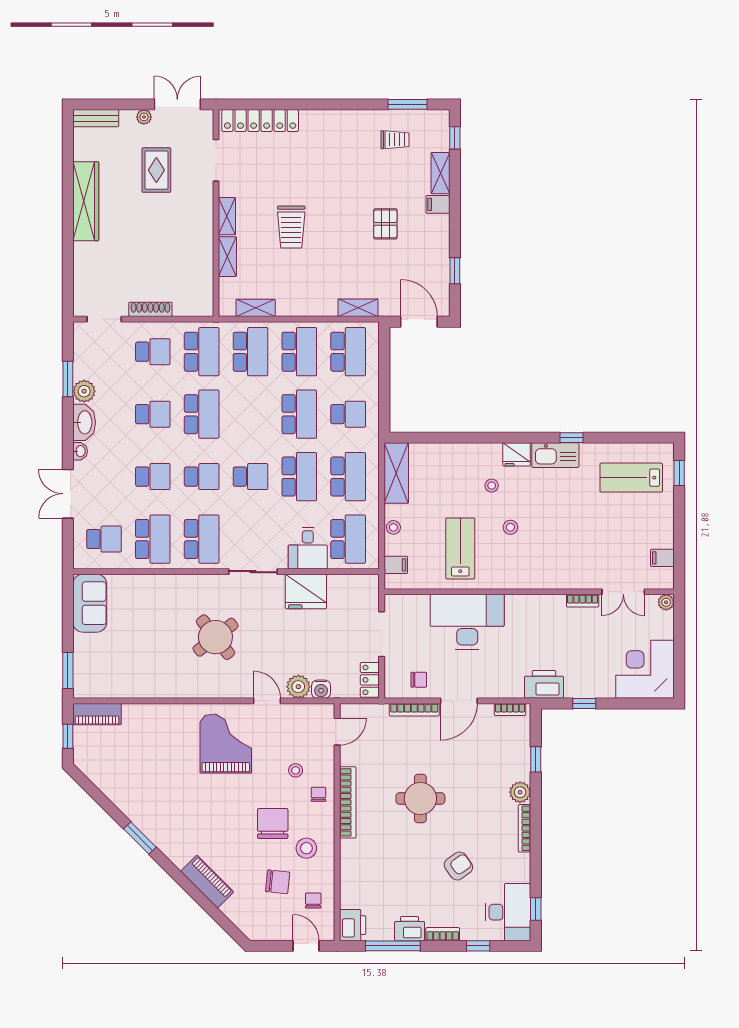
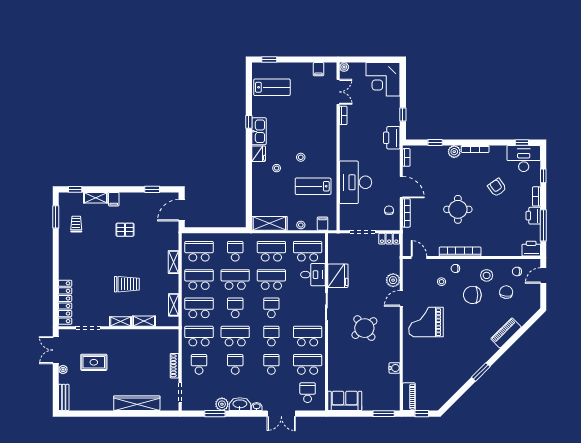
wardrobe: (86, 201) -> (137, 403), moved
shelving: (358, 308) -> (174, 262), moved
school desk: (250, 414) -> (235, 308), added
lab bench: (631, 478) -> (272, 87), turned -90
water cooler: (321, 689) -> (395, 368), moved

